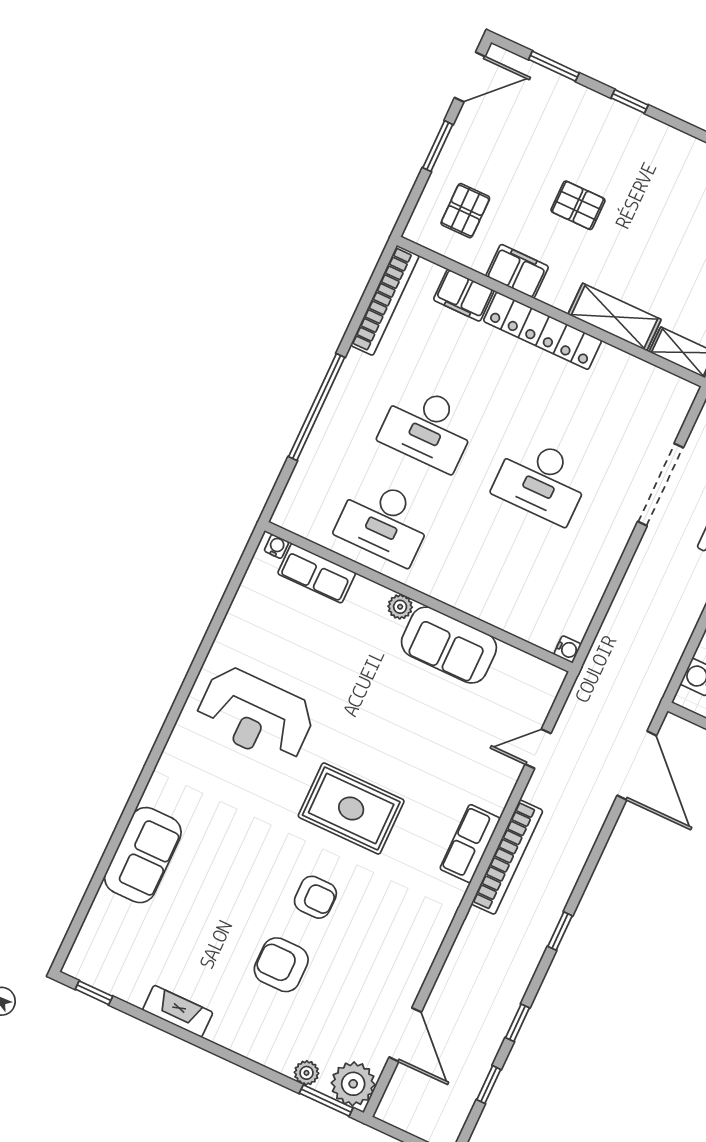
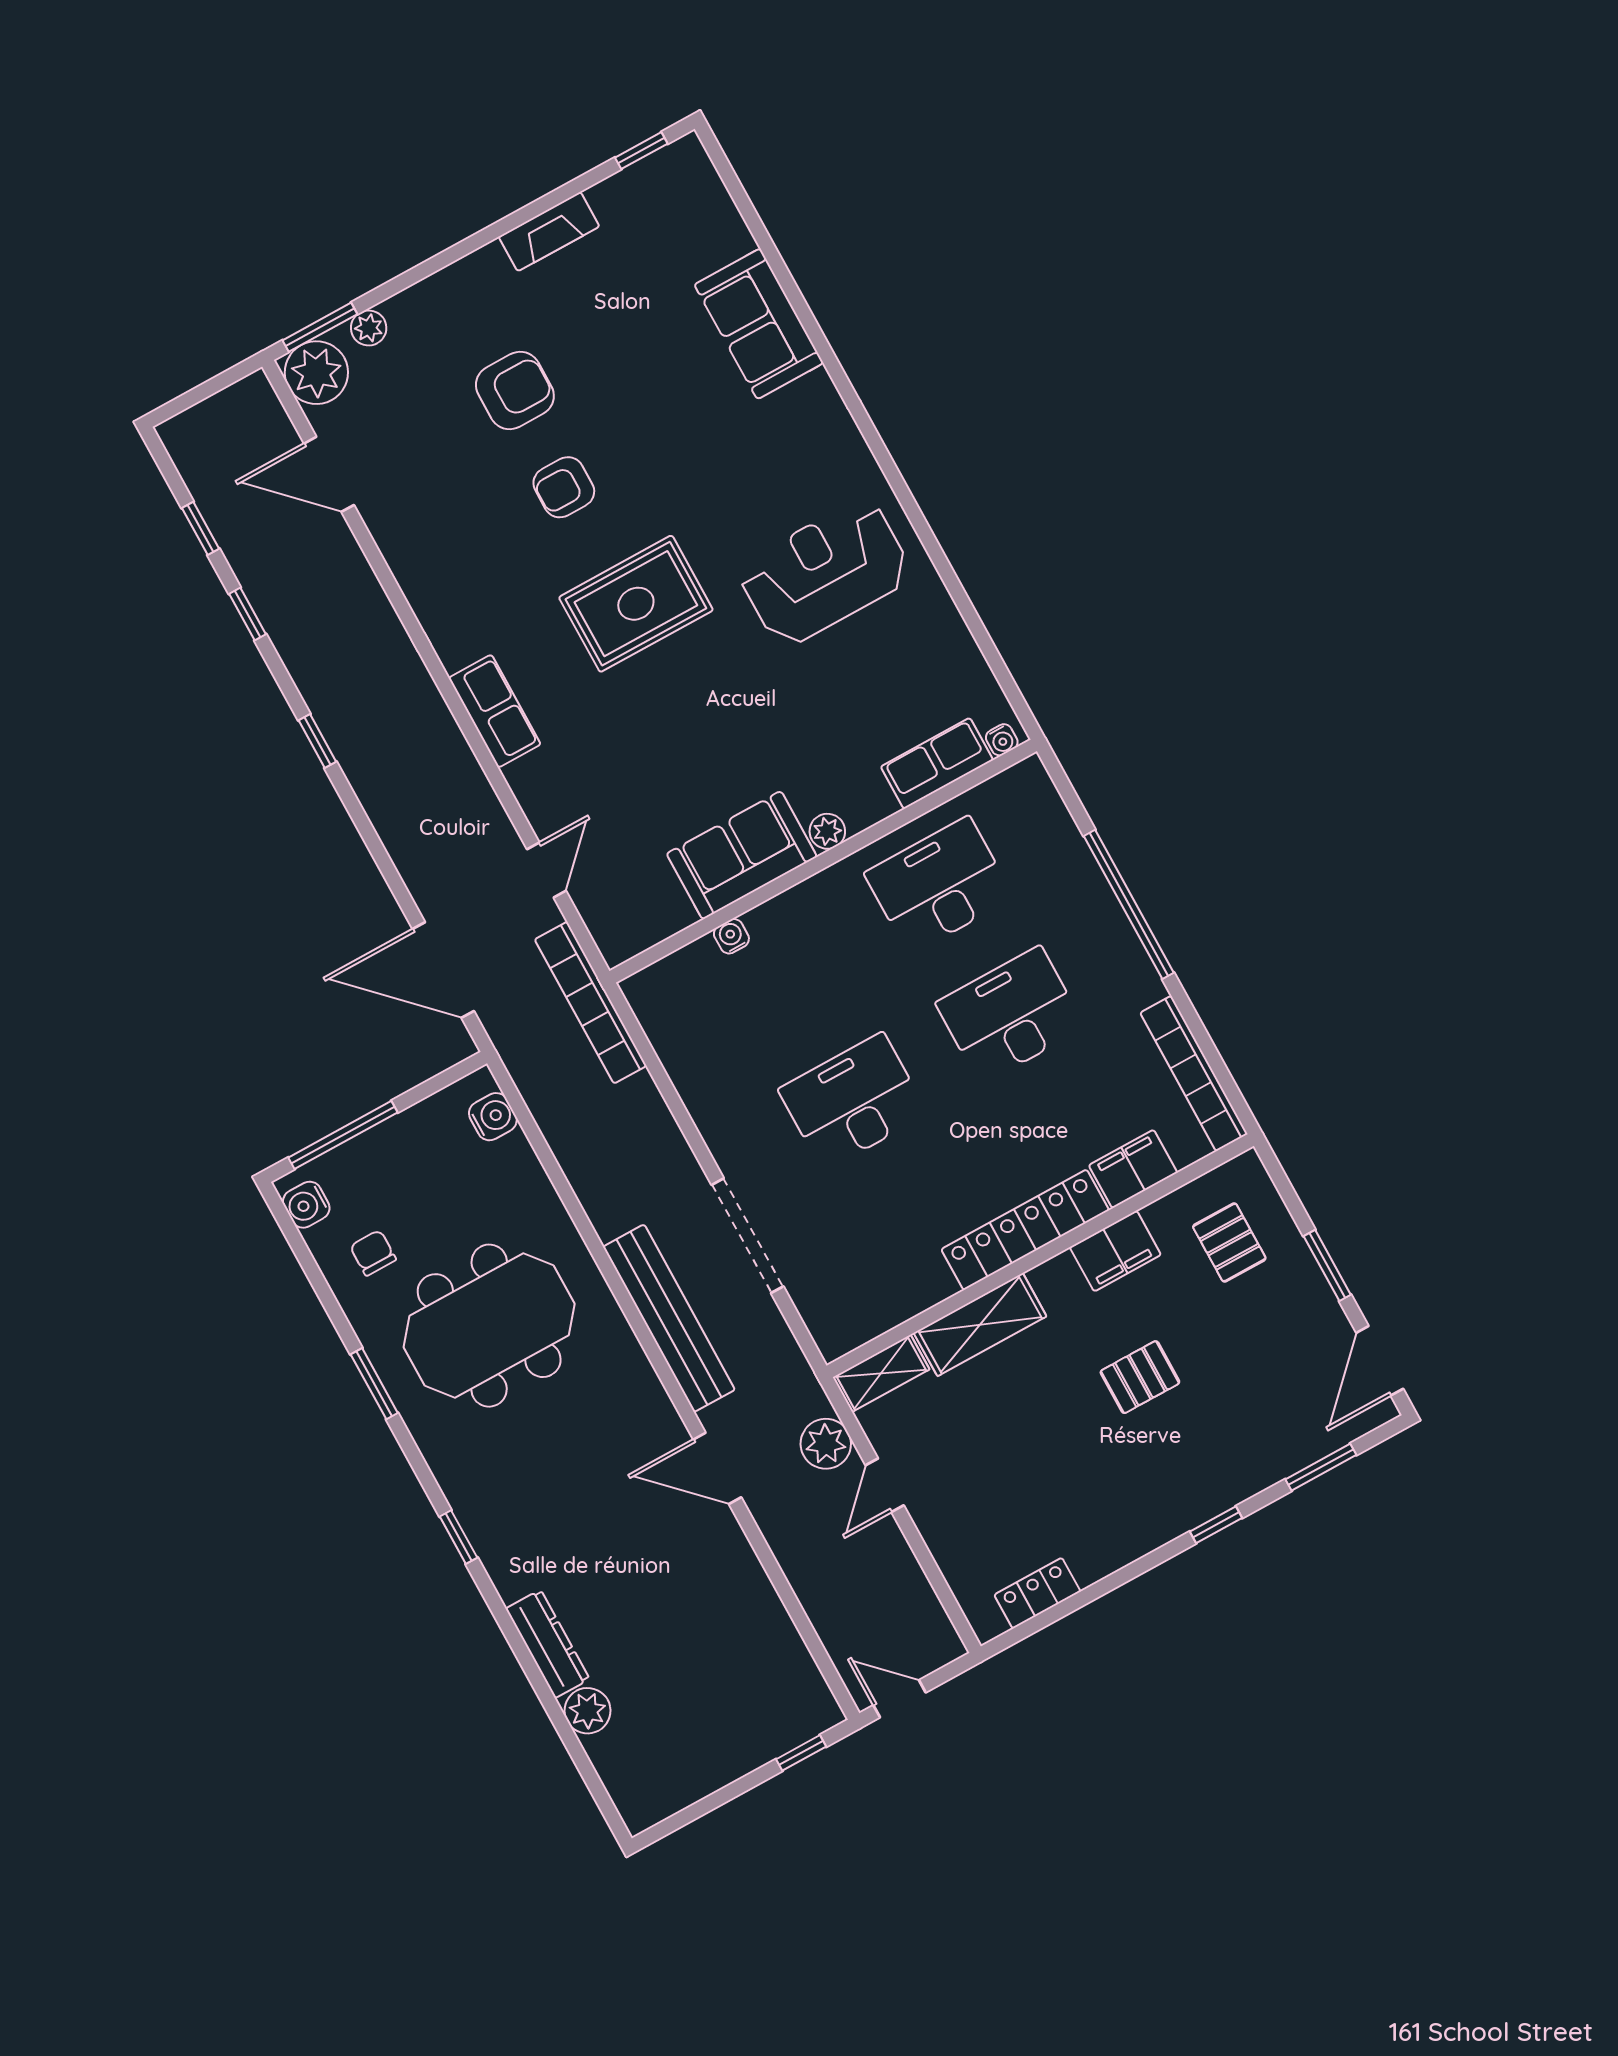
water cooler: (567, 649) -> (731, 936), moved, turned 90
bookcase: (507, 857) -> (591, 1003), moved

